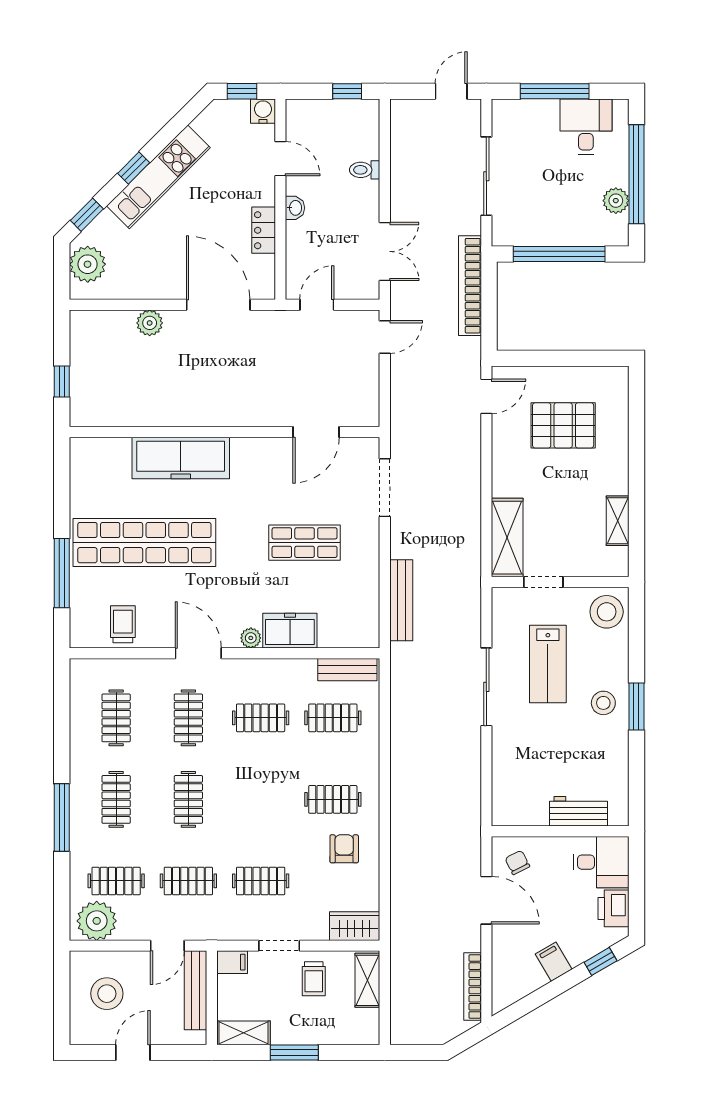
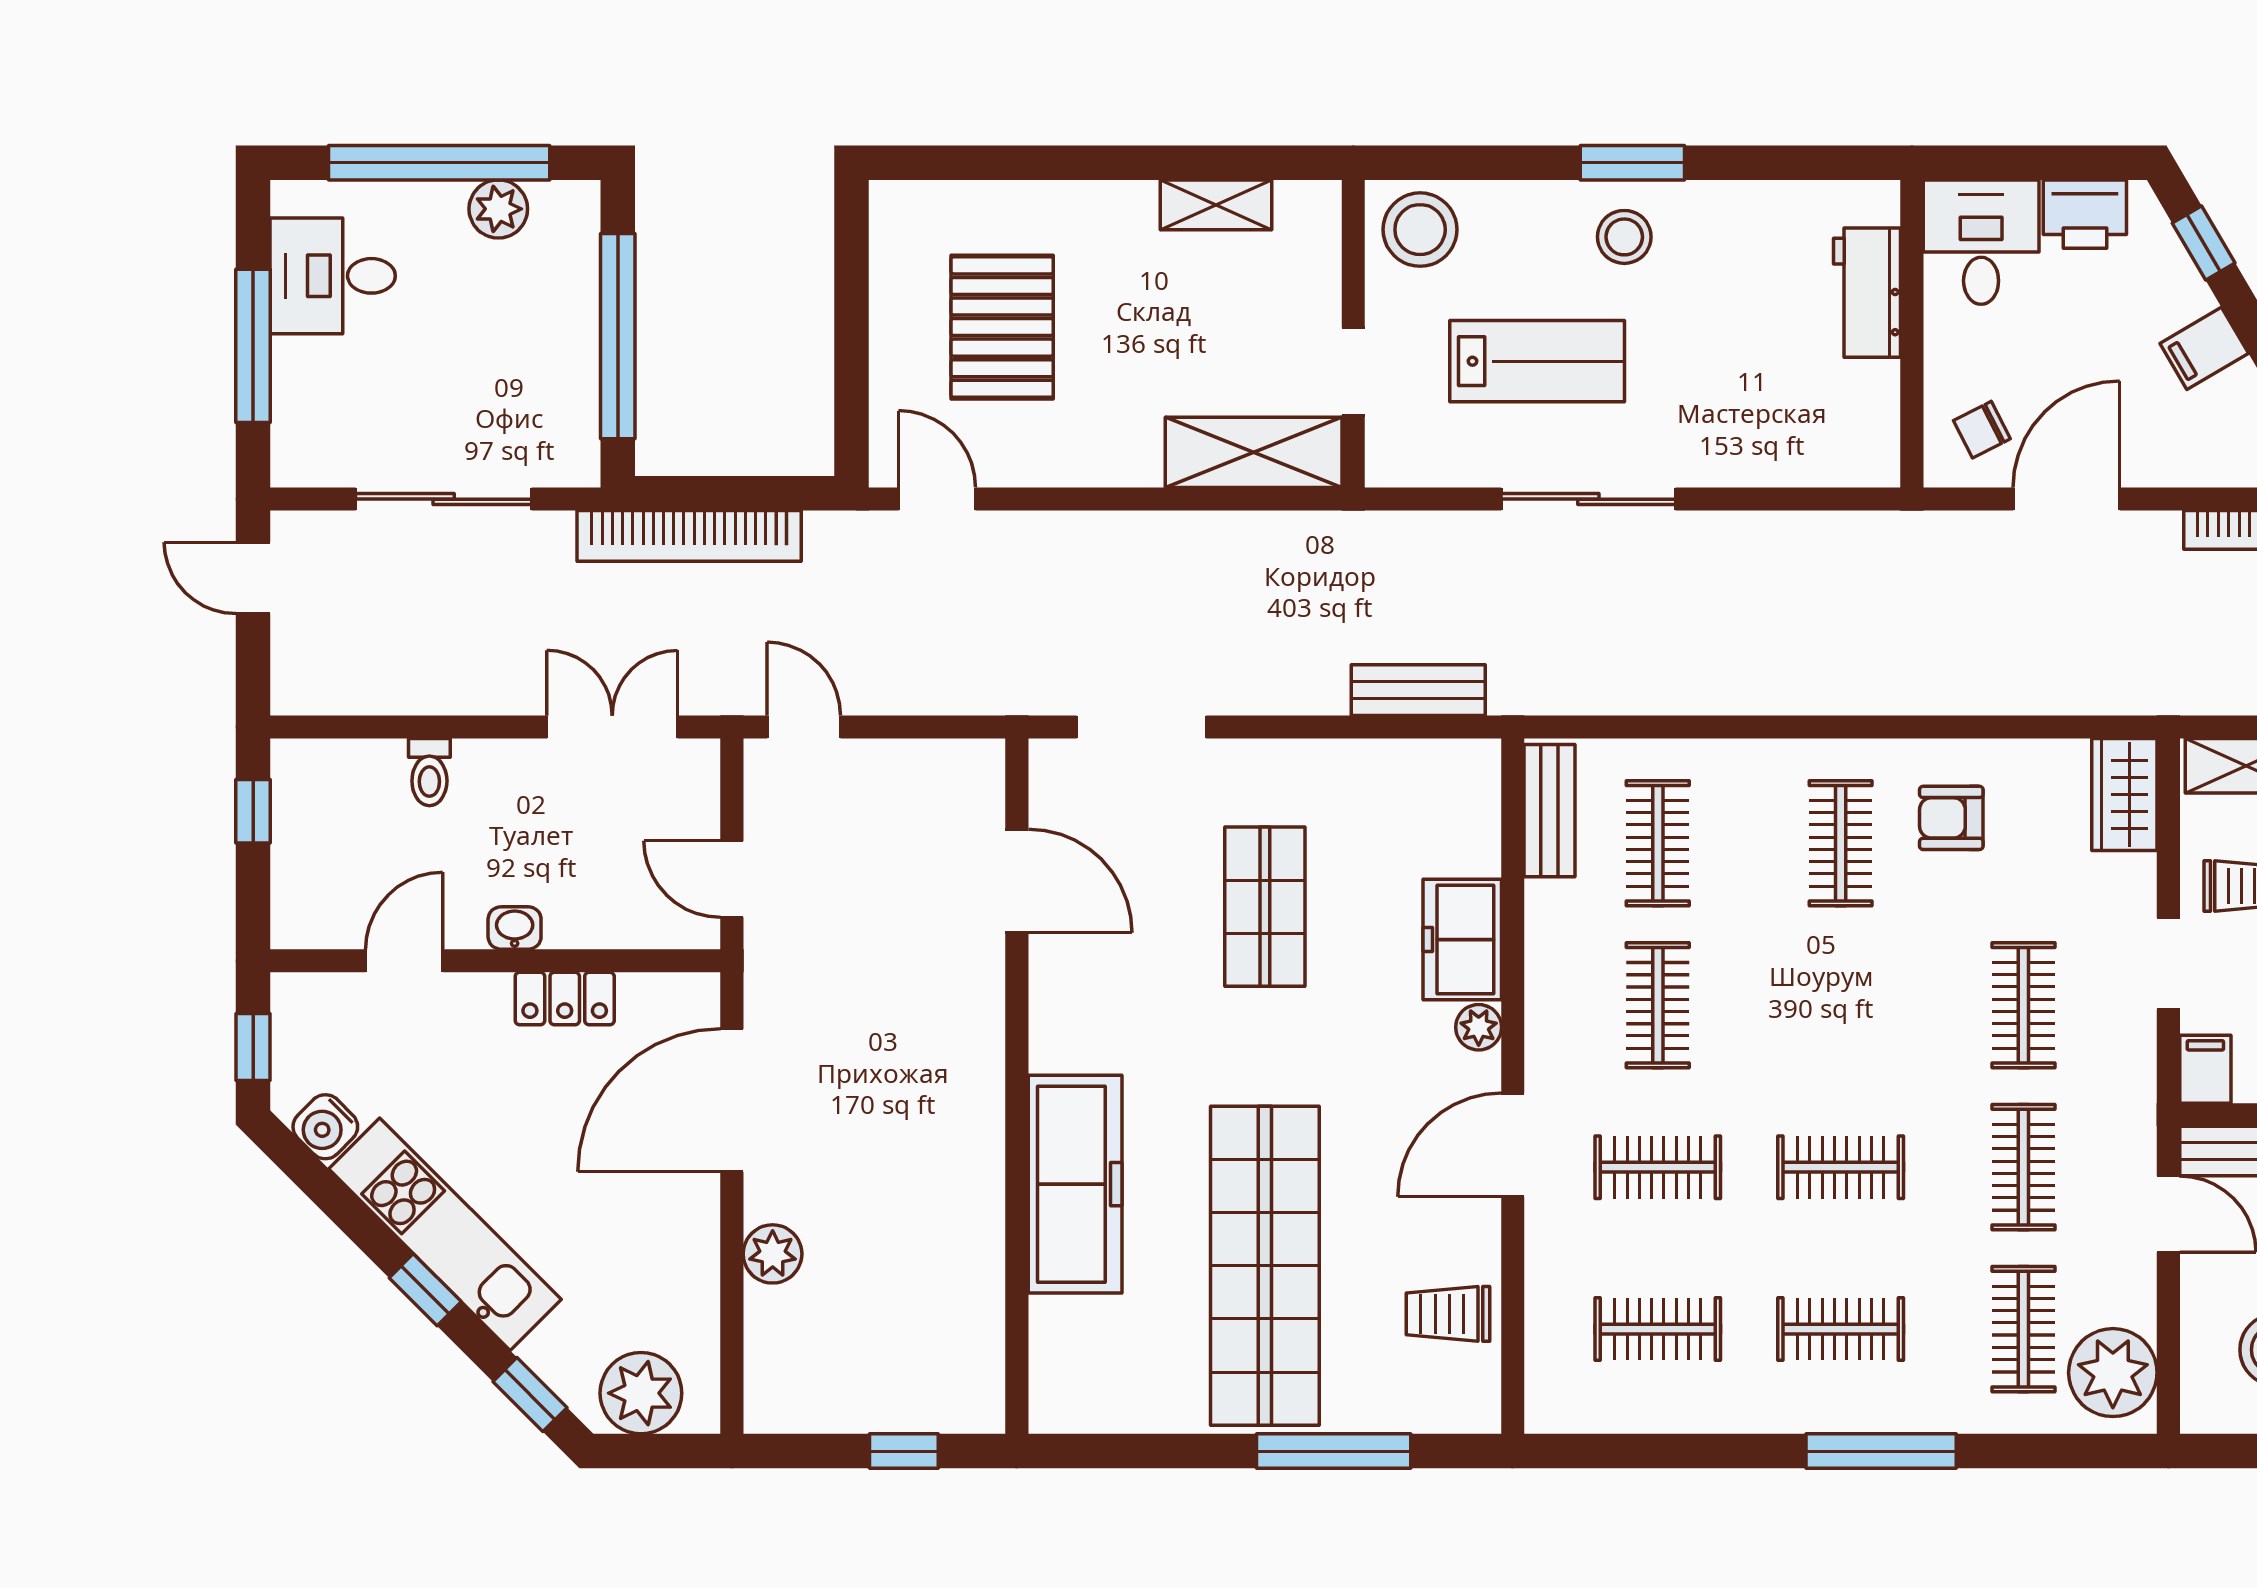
water cooler: (263, 111) -> (325, 1127), moved, turned -45
bench: (401, 600) -> (1418, 690), width x0.73

